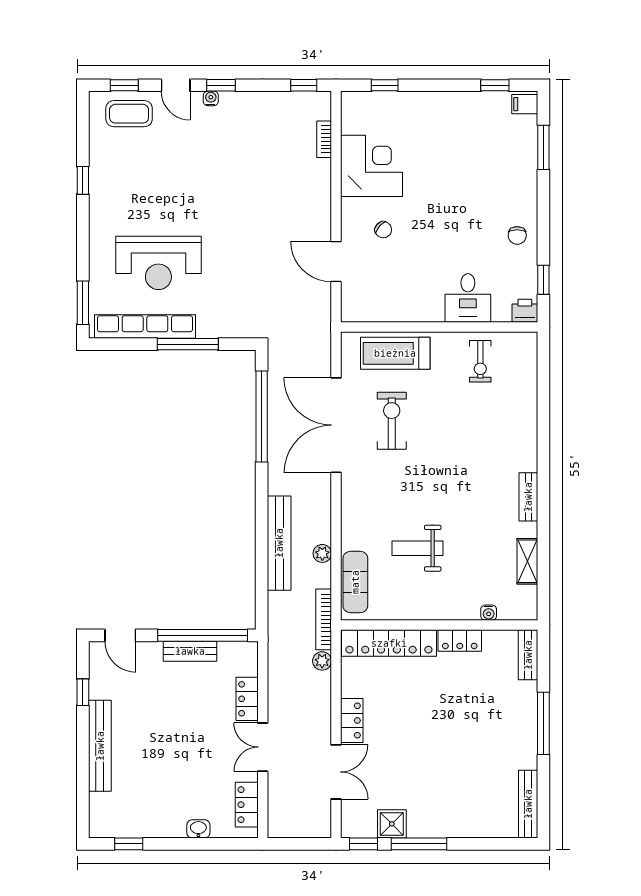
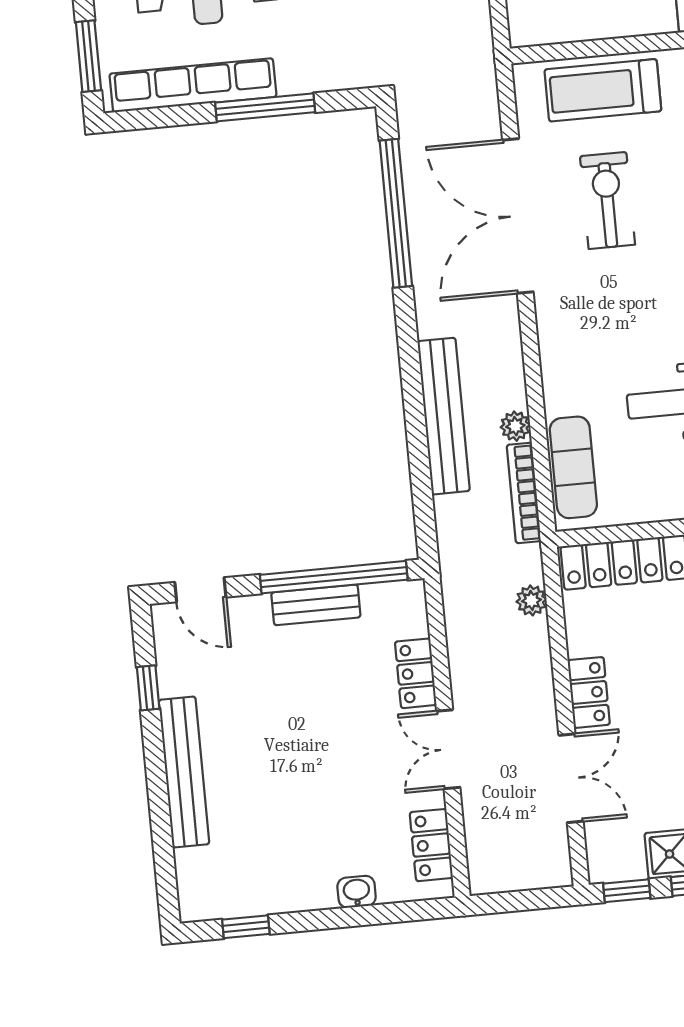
bookcase: (324, 619) -> (524, 493), moved

